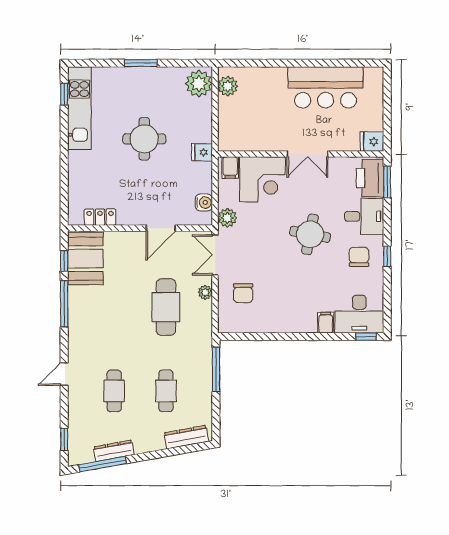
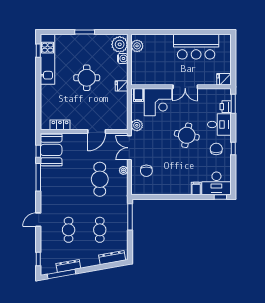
printer: (370, 178) -> (226, 107), width x0.53, depth x0.68
water cooler: (204, 202) -> (123, 58), moved

